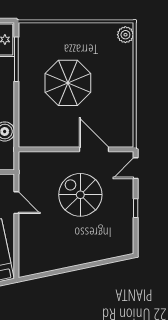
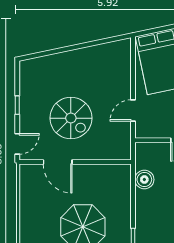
door: (16, 203) -> (133, 110), hinge flipped

